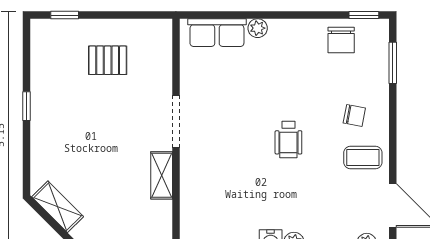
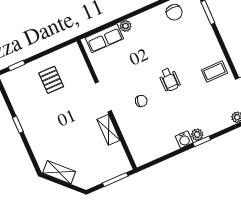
pallet: (108, 60) -> (51, 80), turned 90
chair: (354, 115) -> (141, 101), moved

